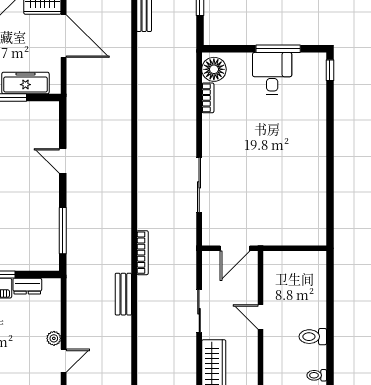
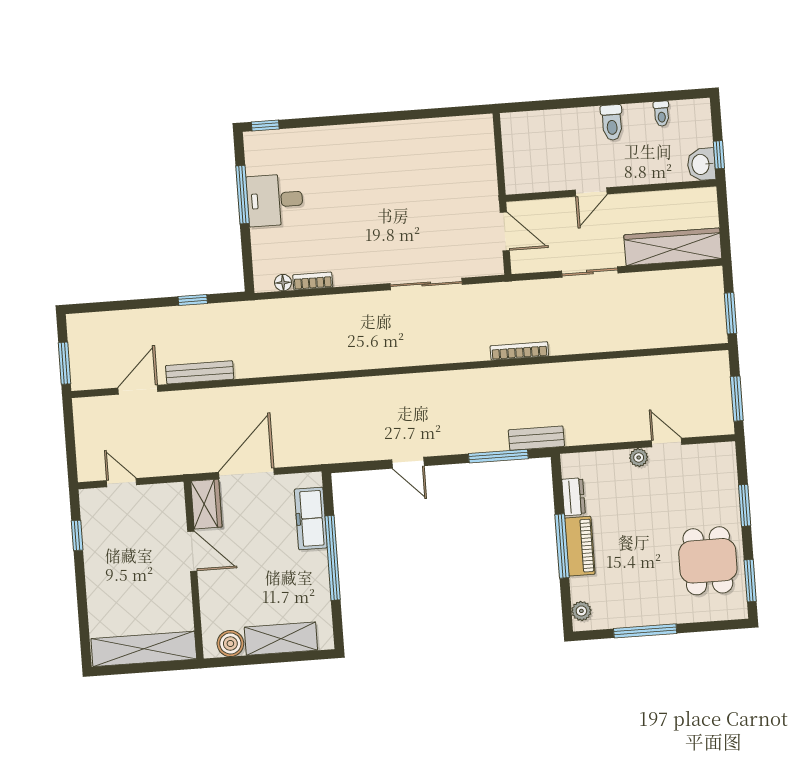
floor lamp: (214, 69) -> (283, 283), width x0.53, depth x0.53
door: (63, 161) -> (408, 463), hinge flipped
bench: (123, 294) -> (536, 438), moved

